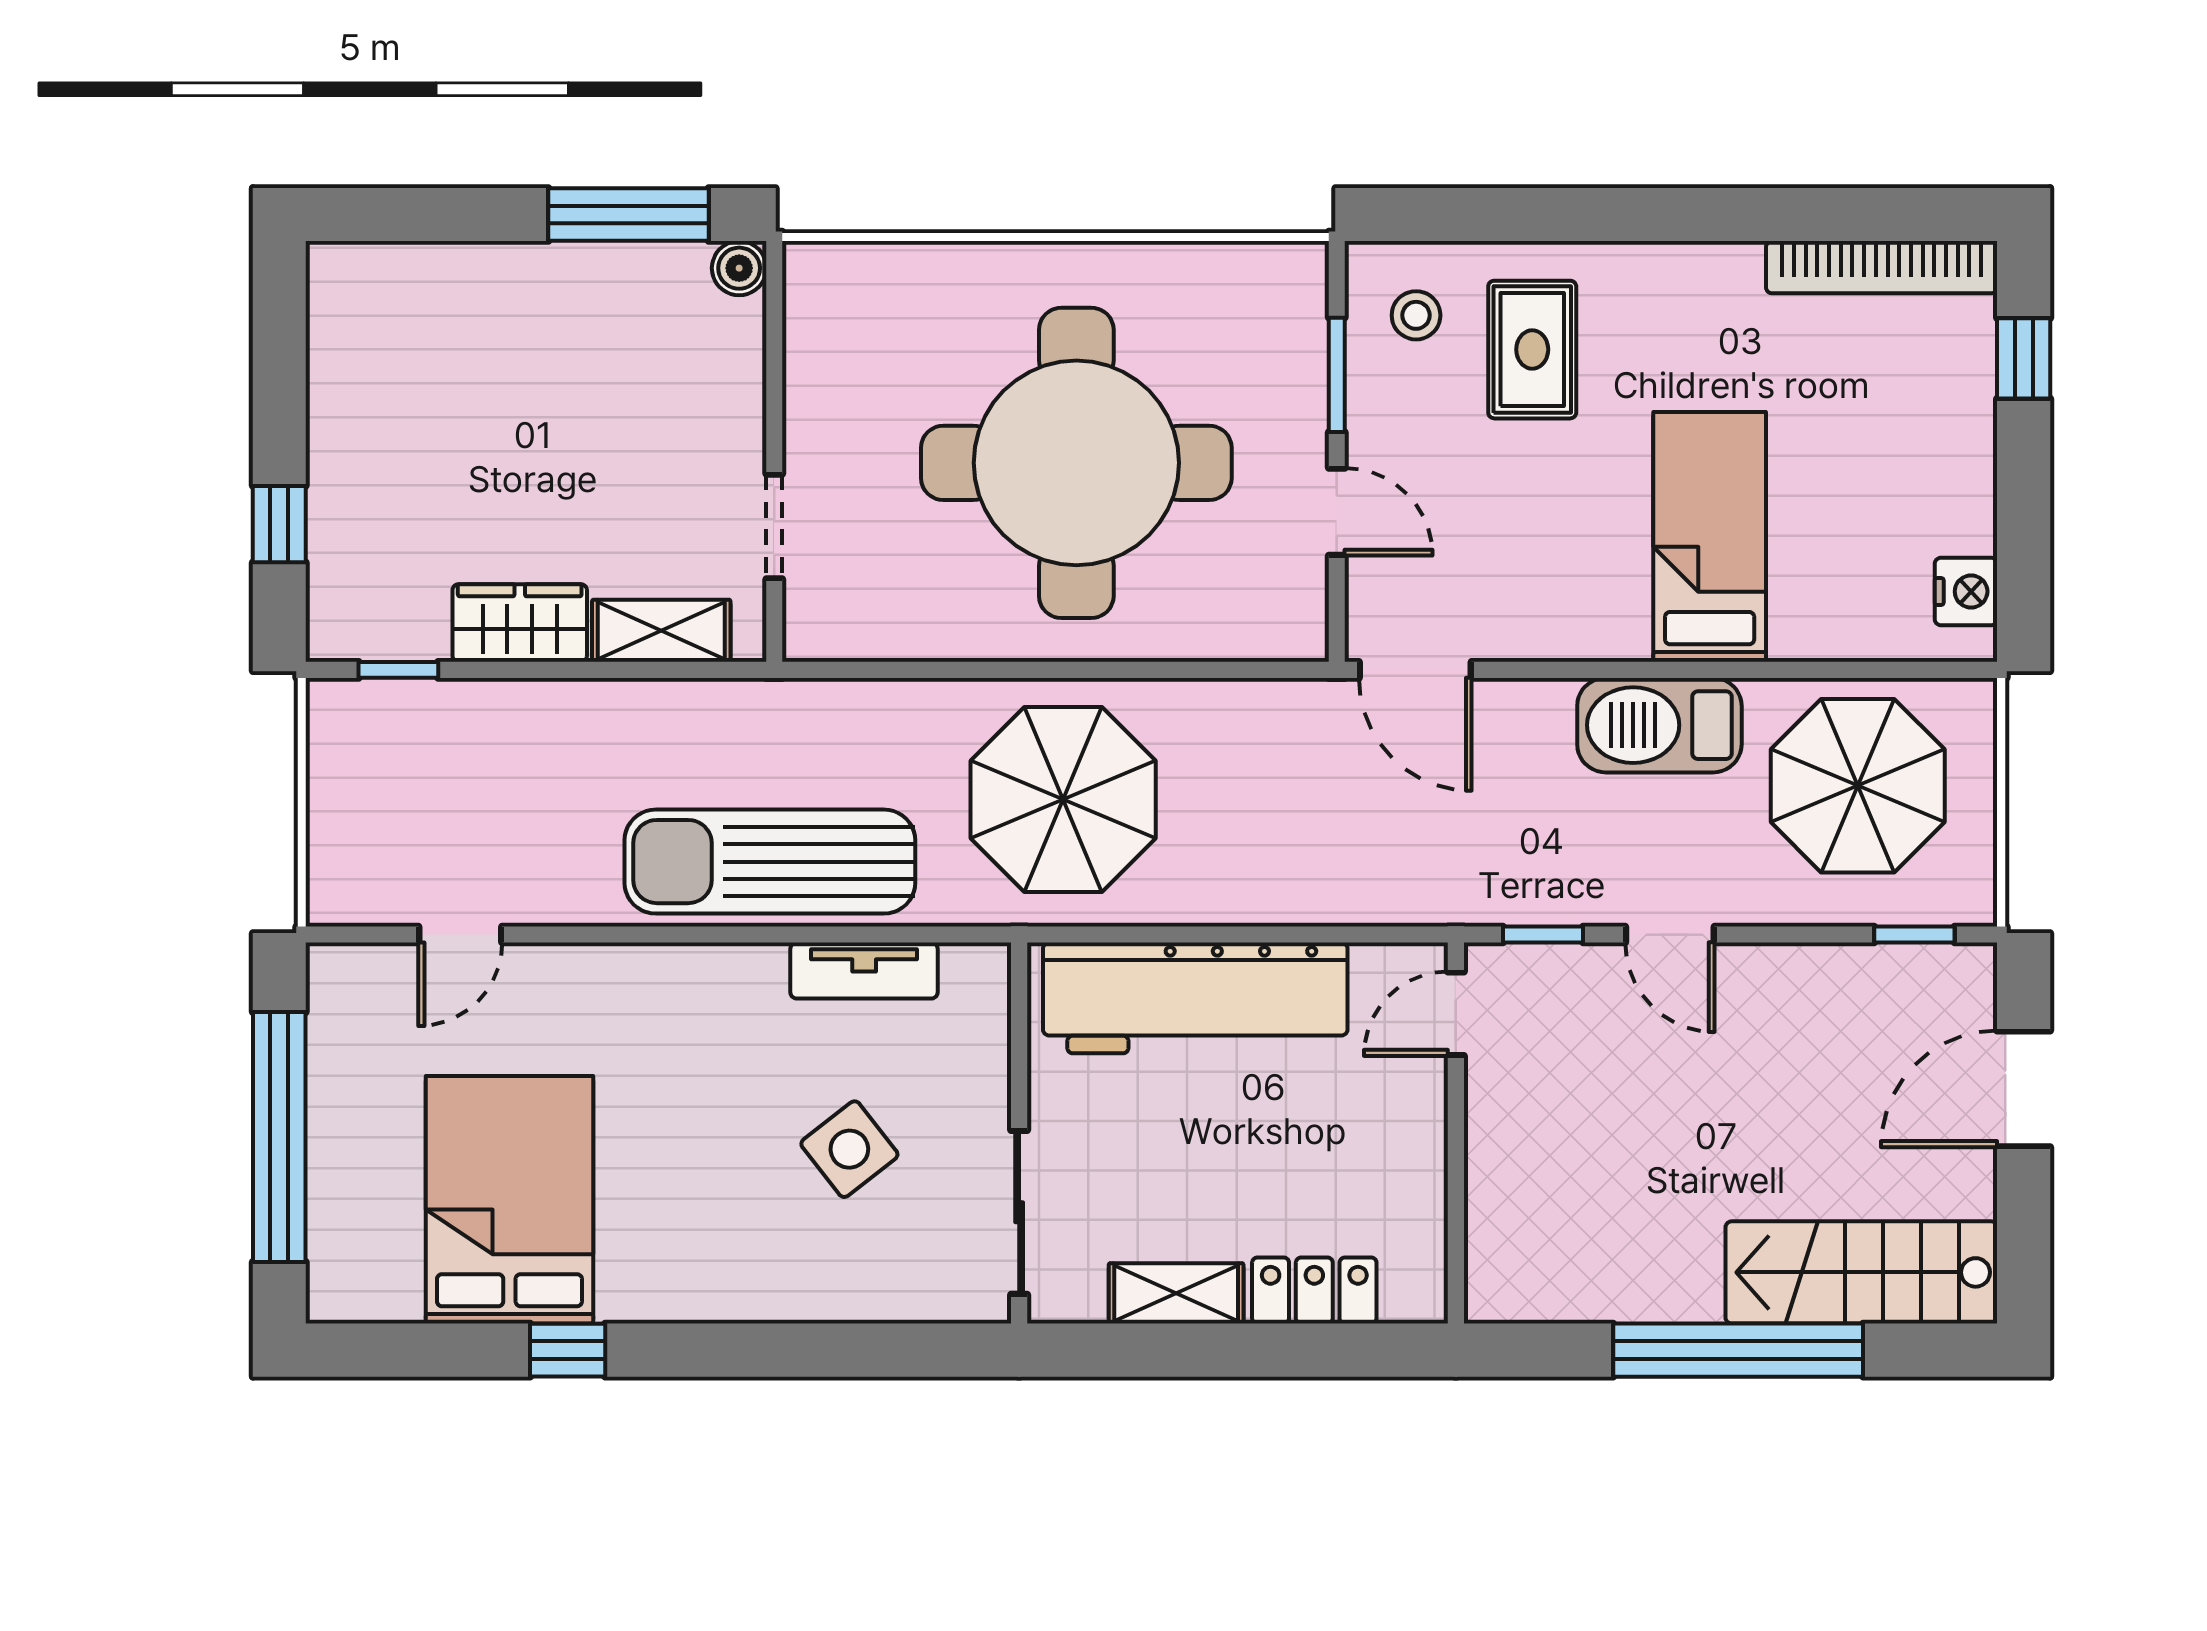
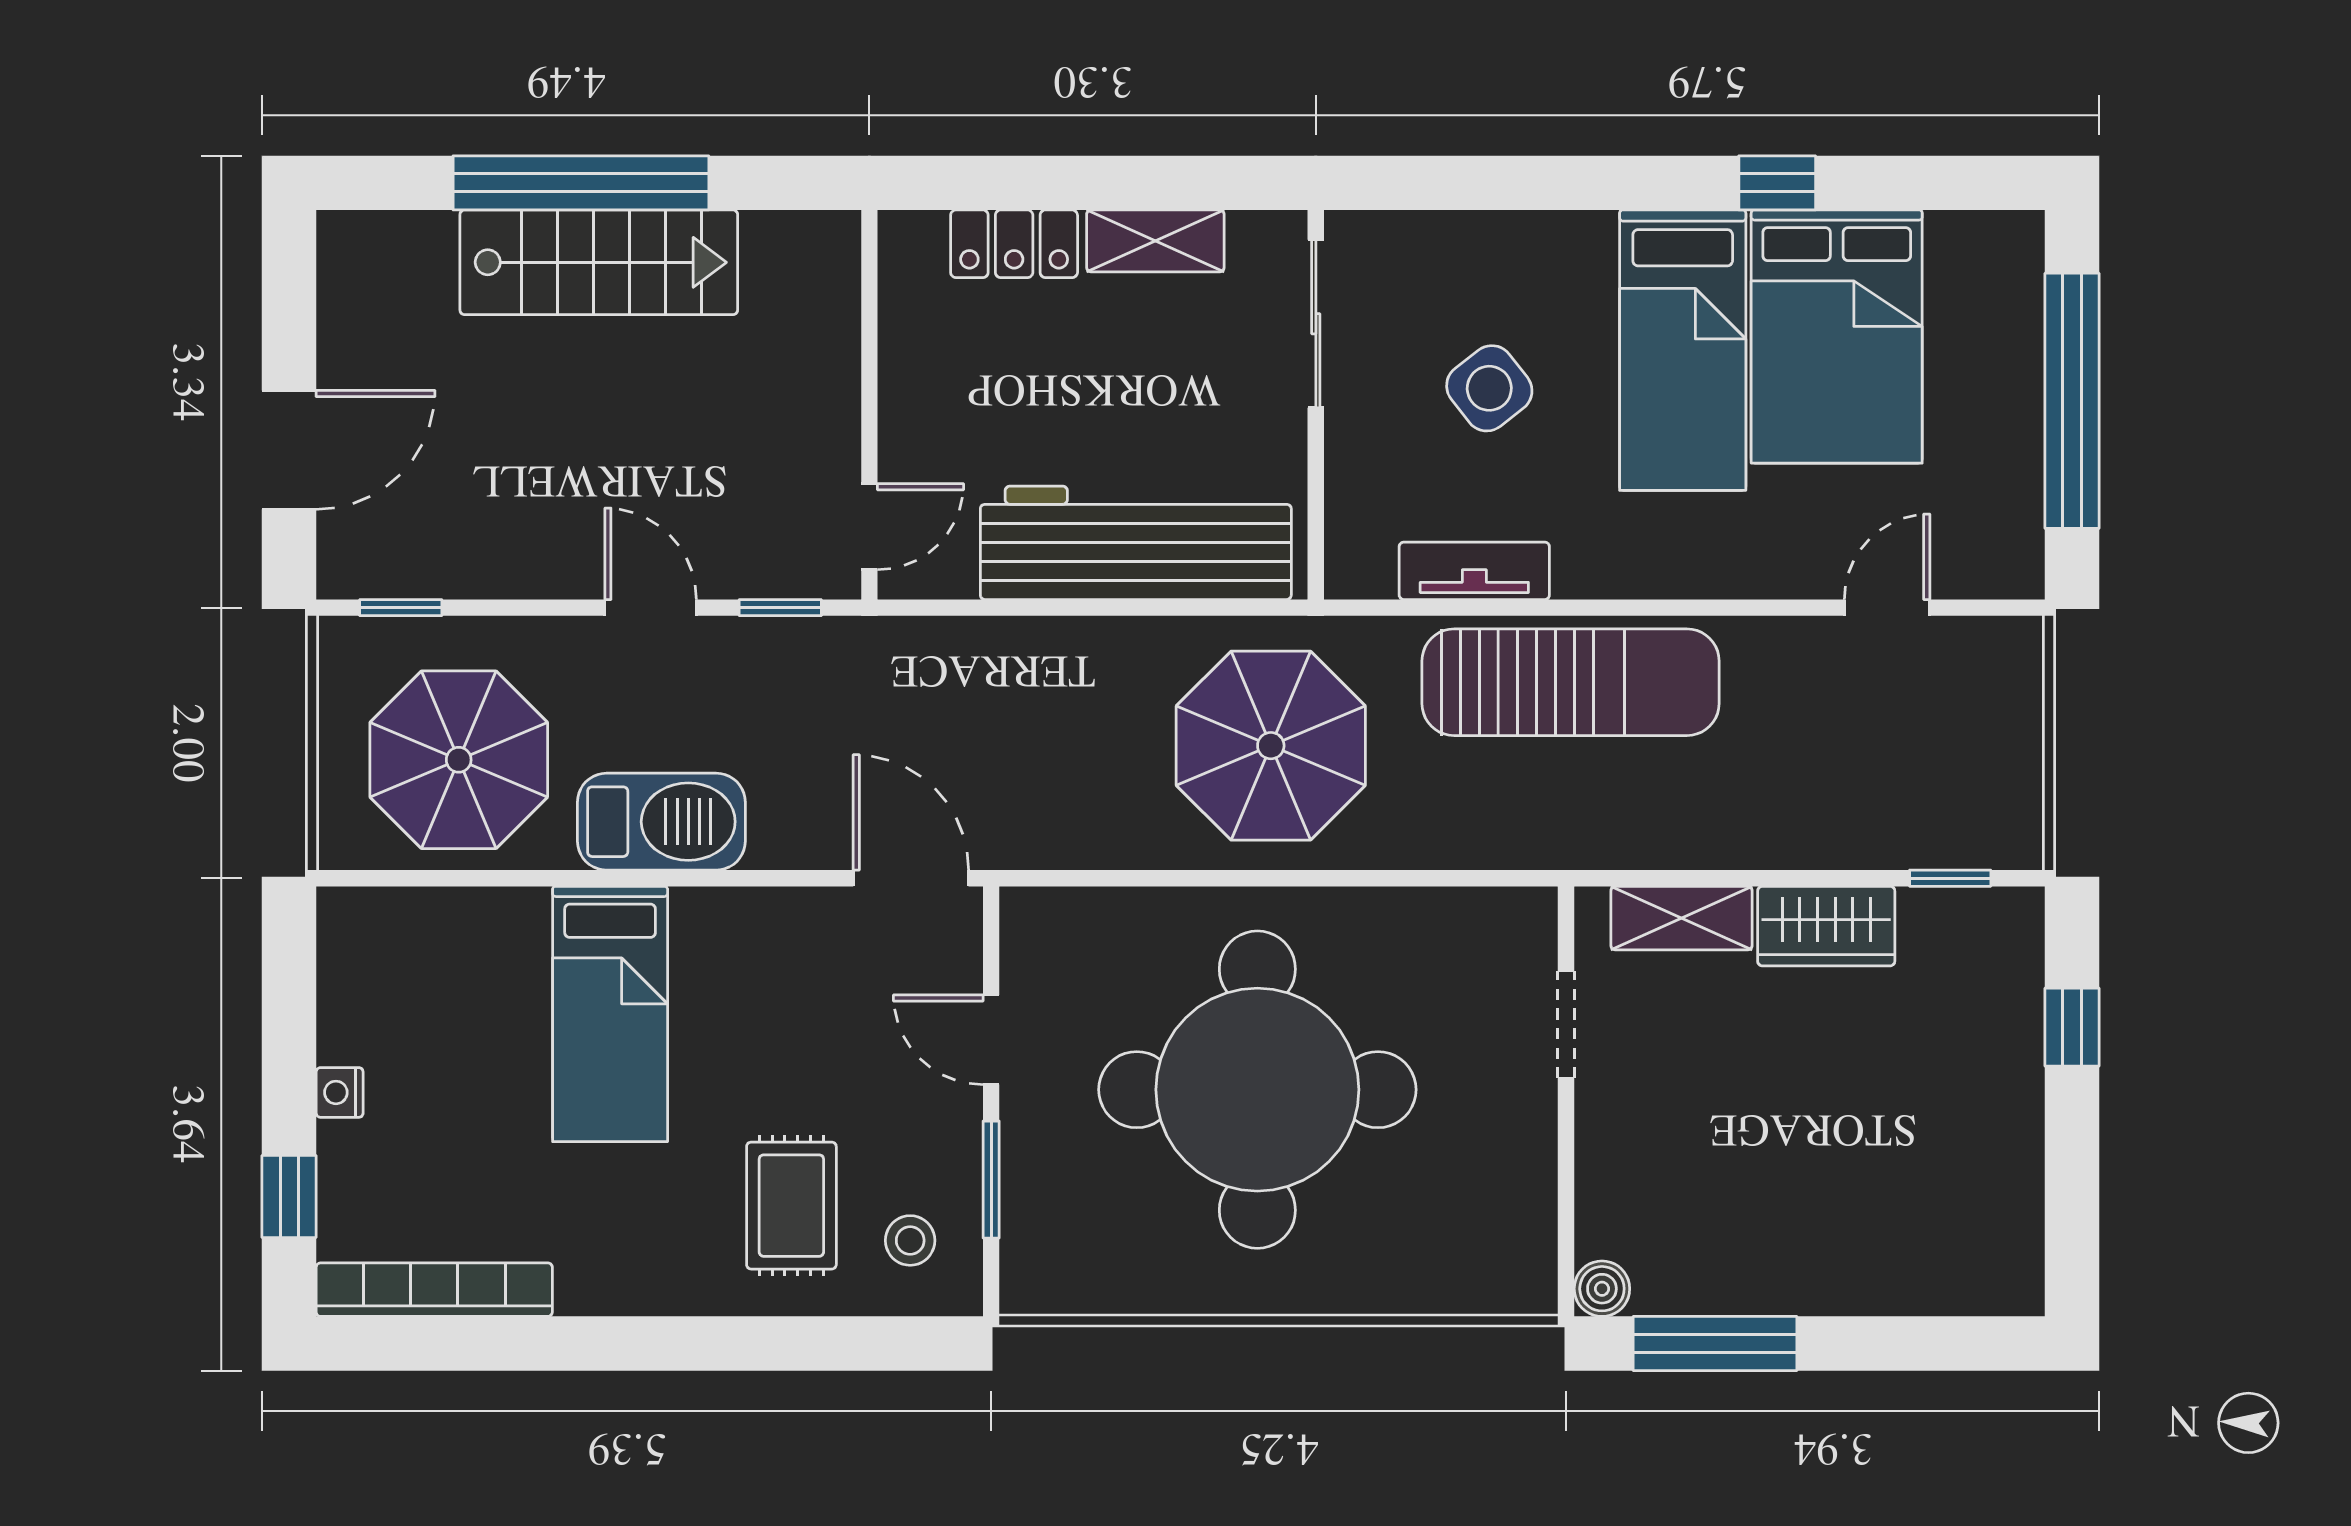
nightstand: (1966, 591) -> (340, 1092), moved, width x0.72, depth x0.74
bed: (660, 1186) -> (1683, 350), added
stairs: (1861, 1272) -> (599, 262), moved

